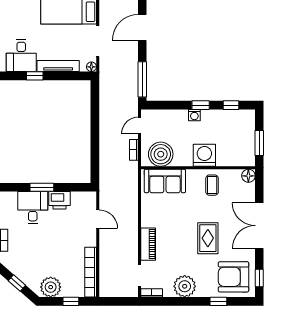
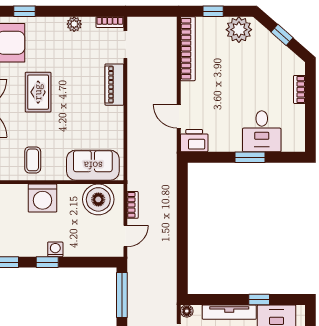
printer: (59, 200) -> (194, 141), moved
plant: (185, 286) -> (74, 24), width x0.53, depth x0.53

